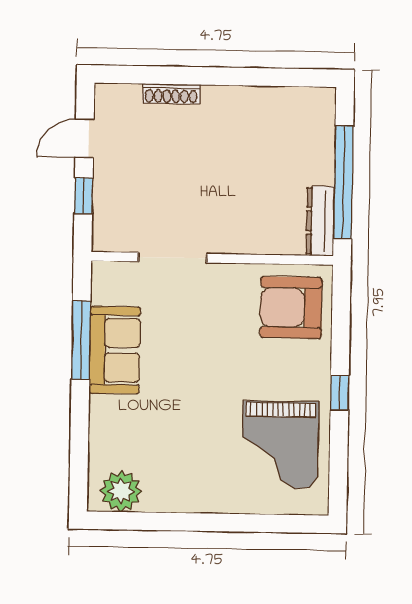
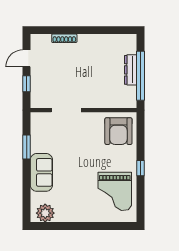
dresser: (320, 221) -> (131, 70), moved
armchair: (291, 307) -> (118, 131), turned -90
window: (81, 340) -> (27, 147), width x0.69
sofa: (115, 350) -> (41, 172), moved

